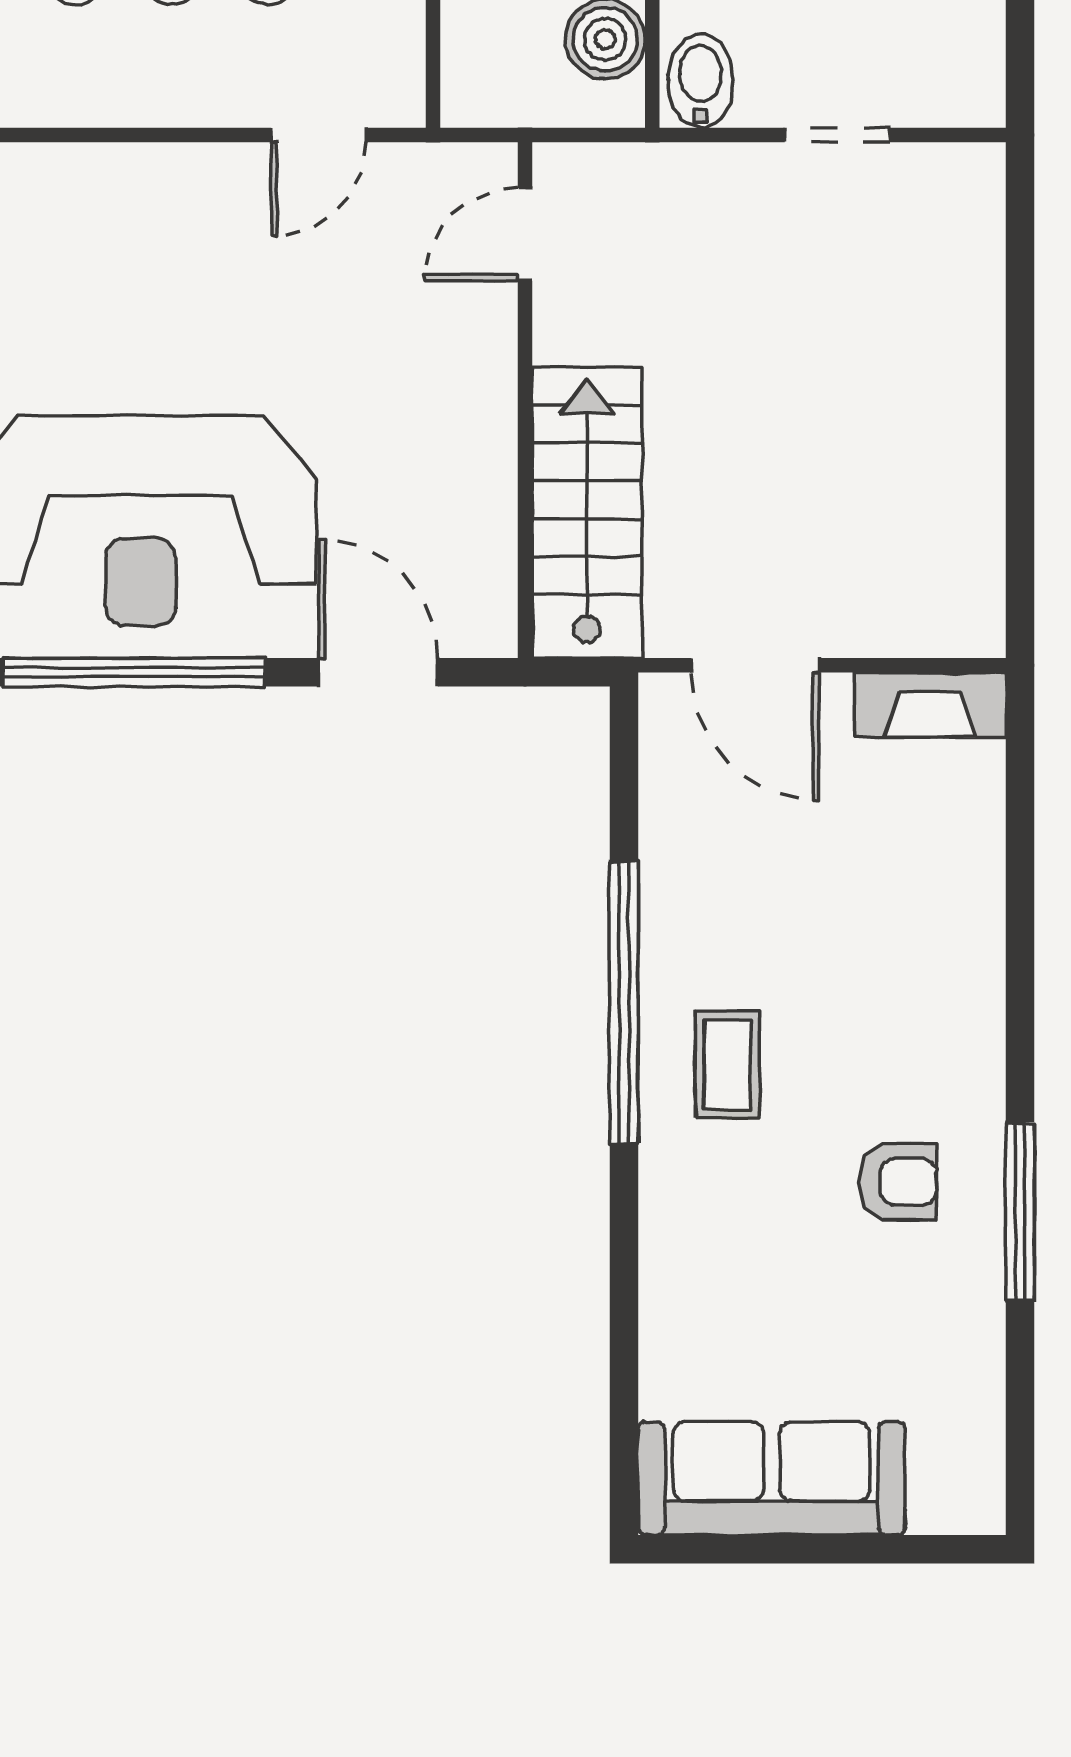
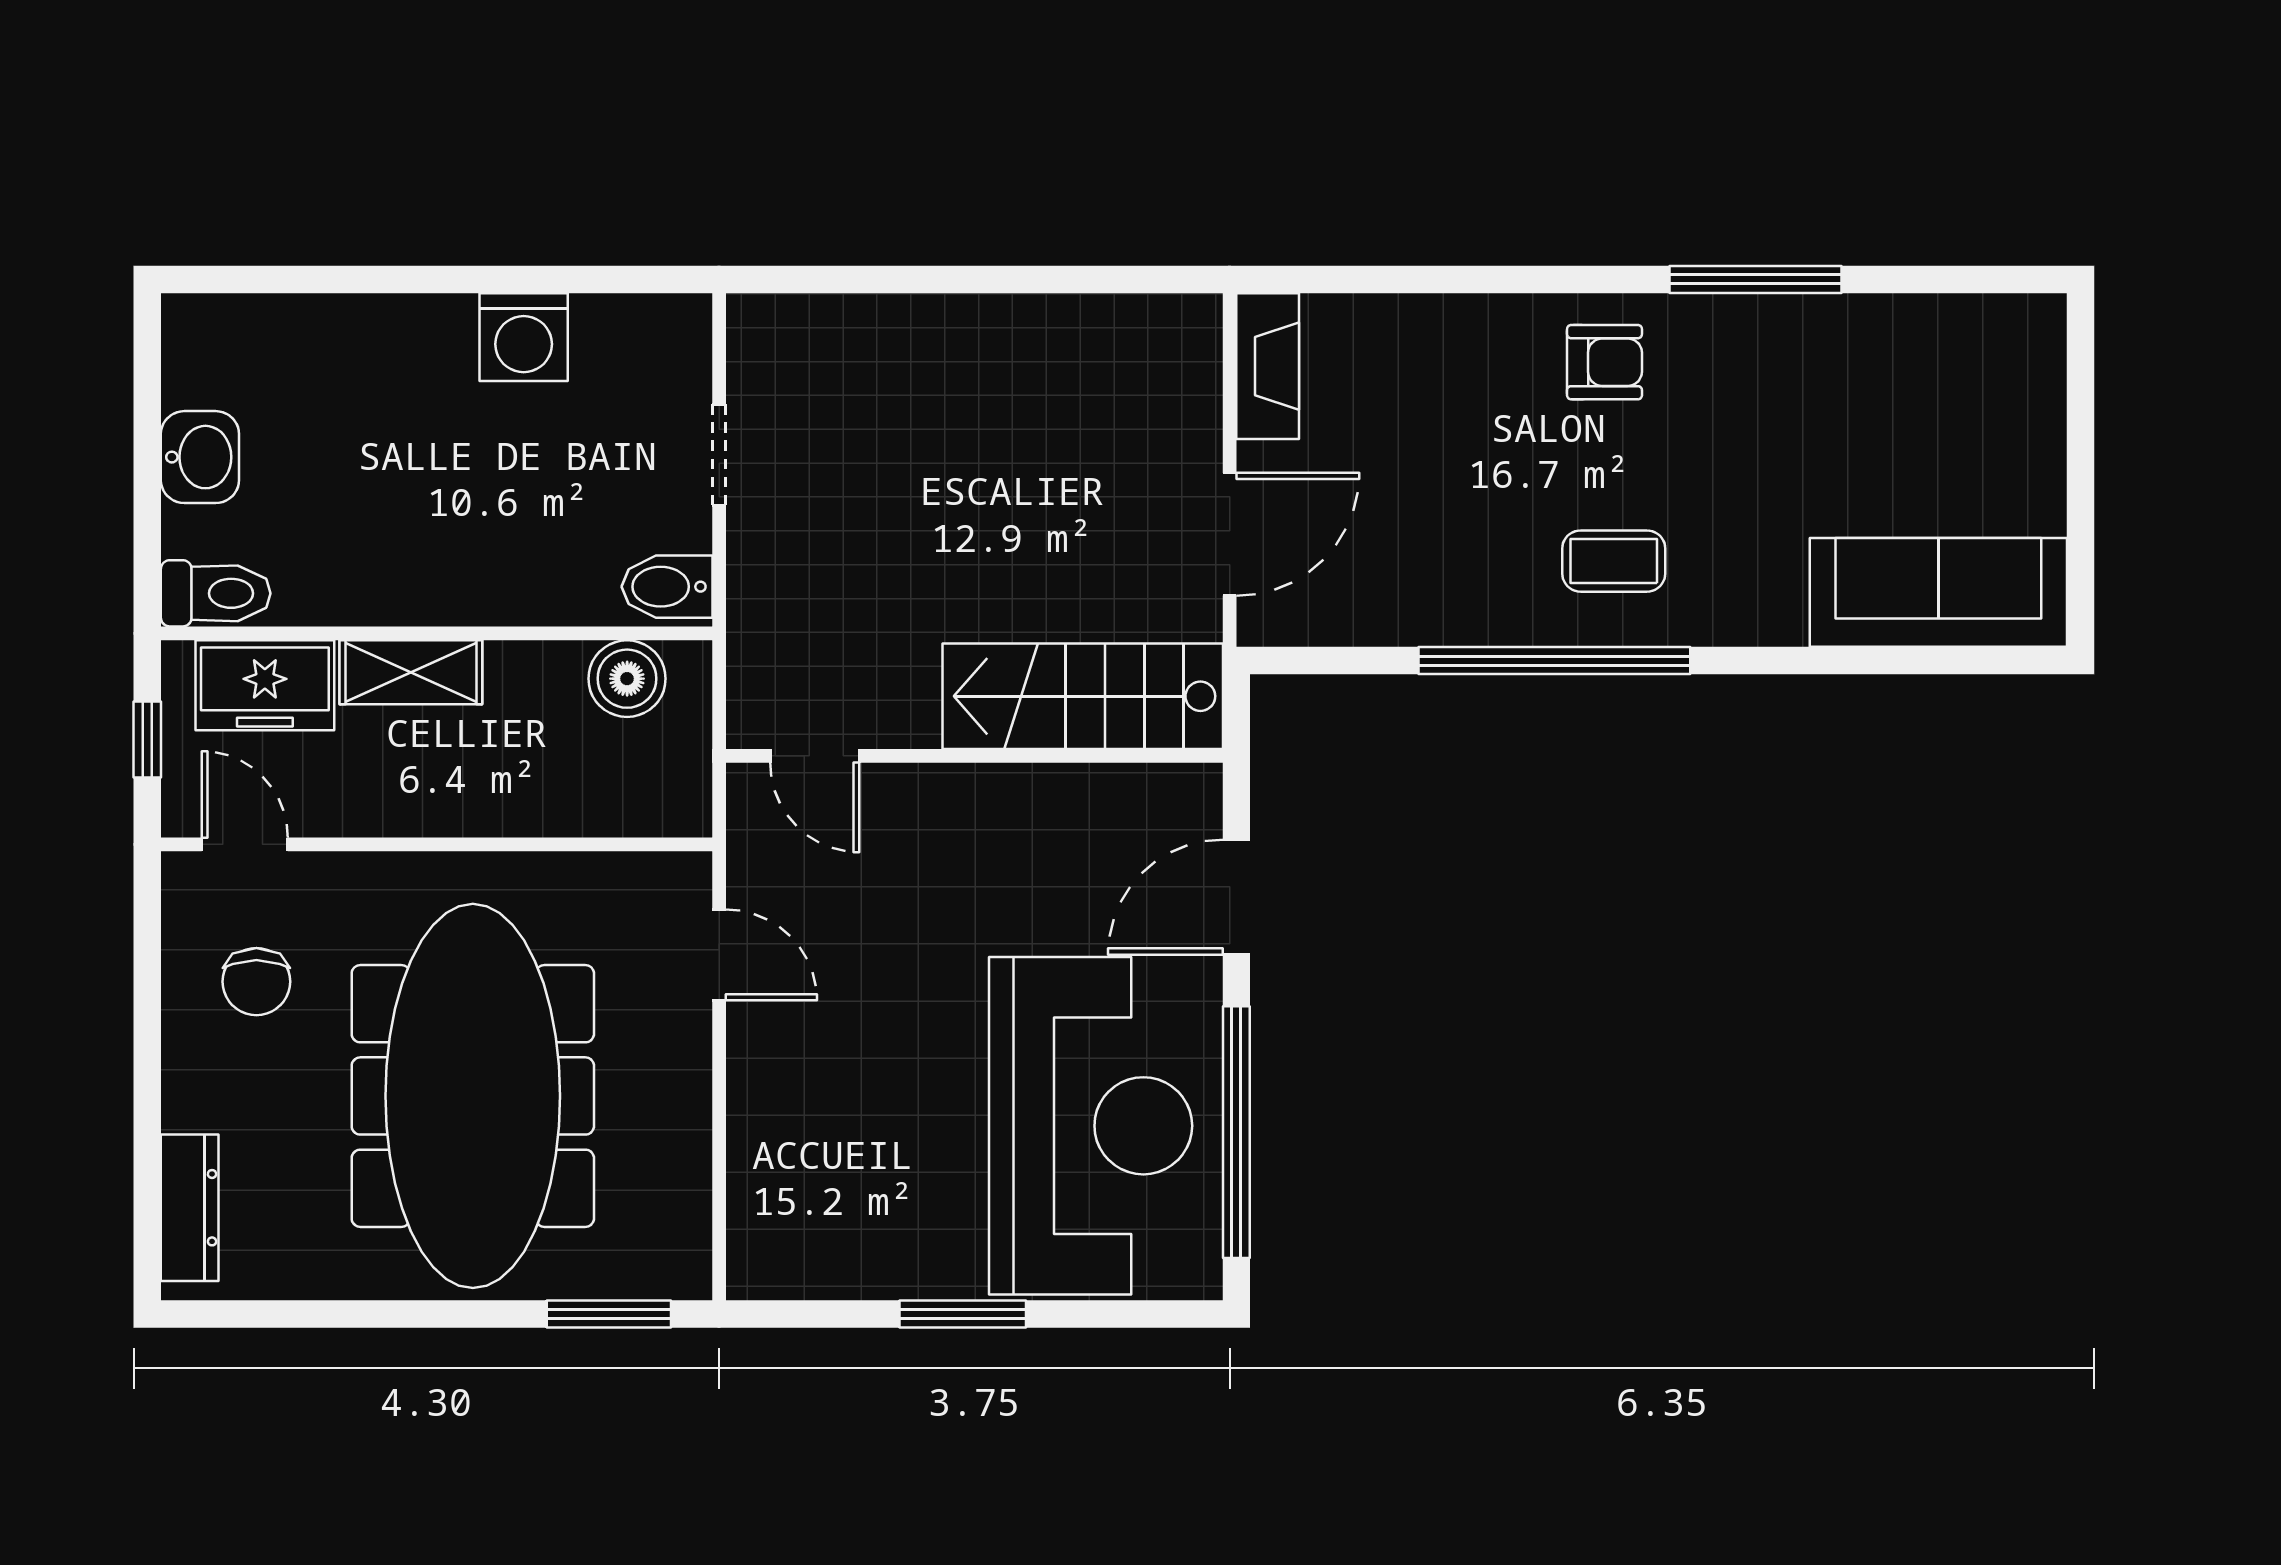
armchair: (898, 1182) -> (1605, 362), moved, turned 90
sofa: (772, 1478) -> (1938, 592), moved, turned 90

